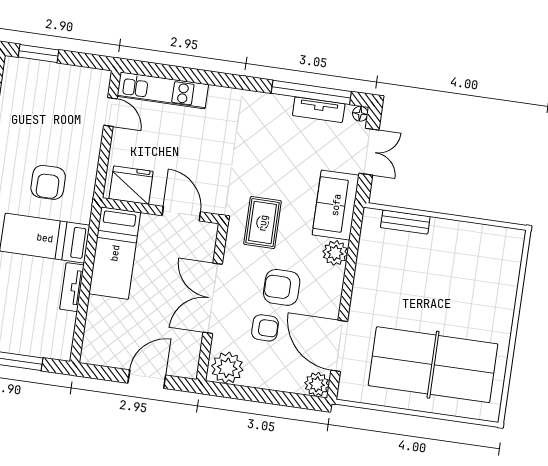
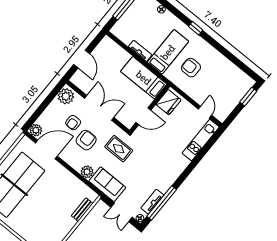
door: (110, 112) -> (205, 112), swing flipped

